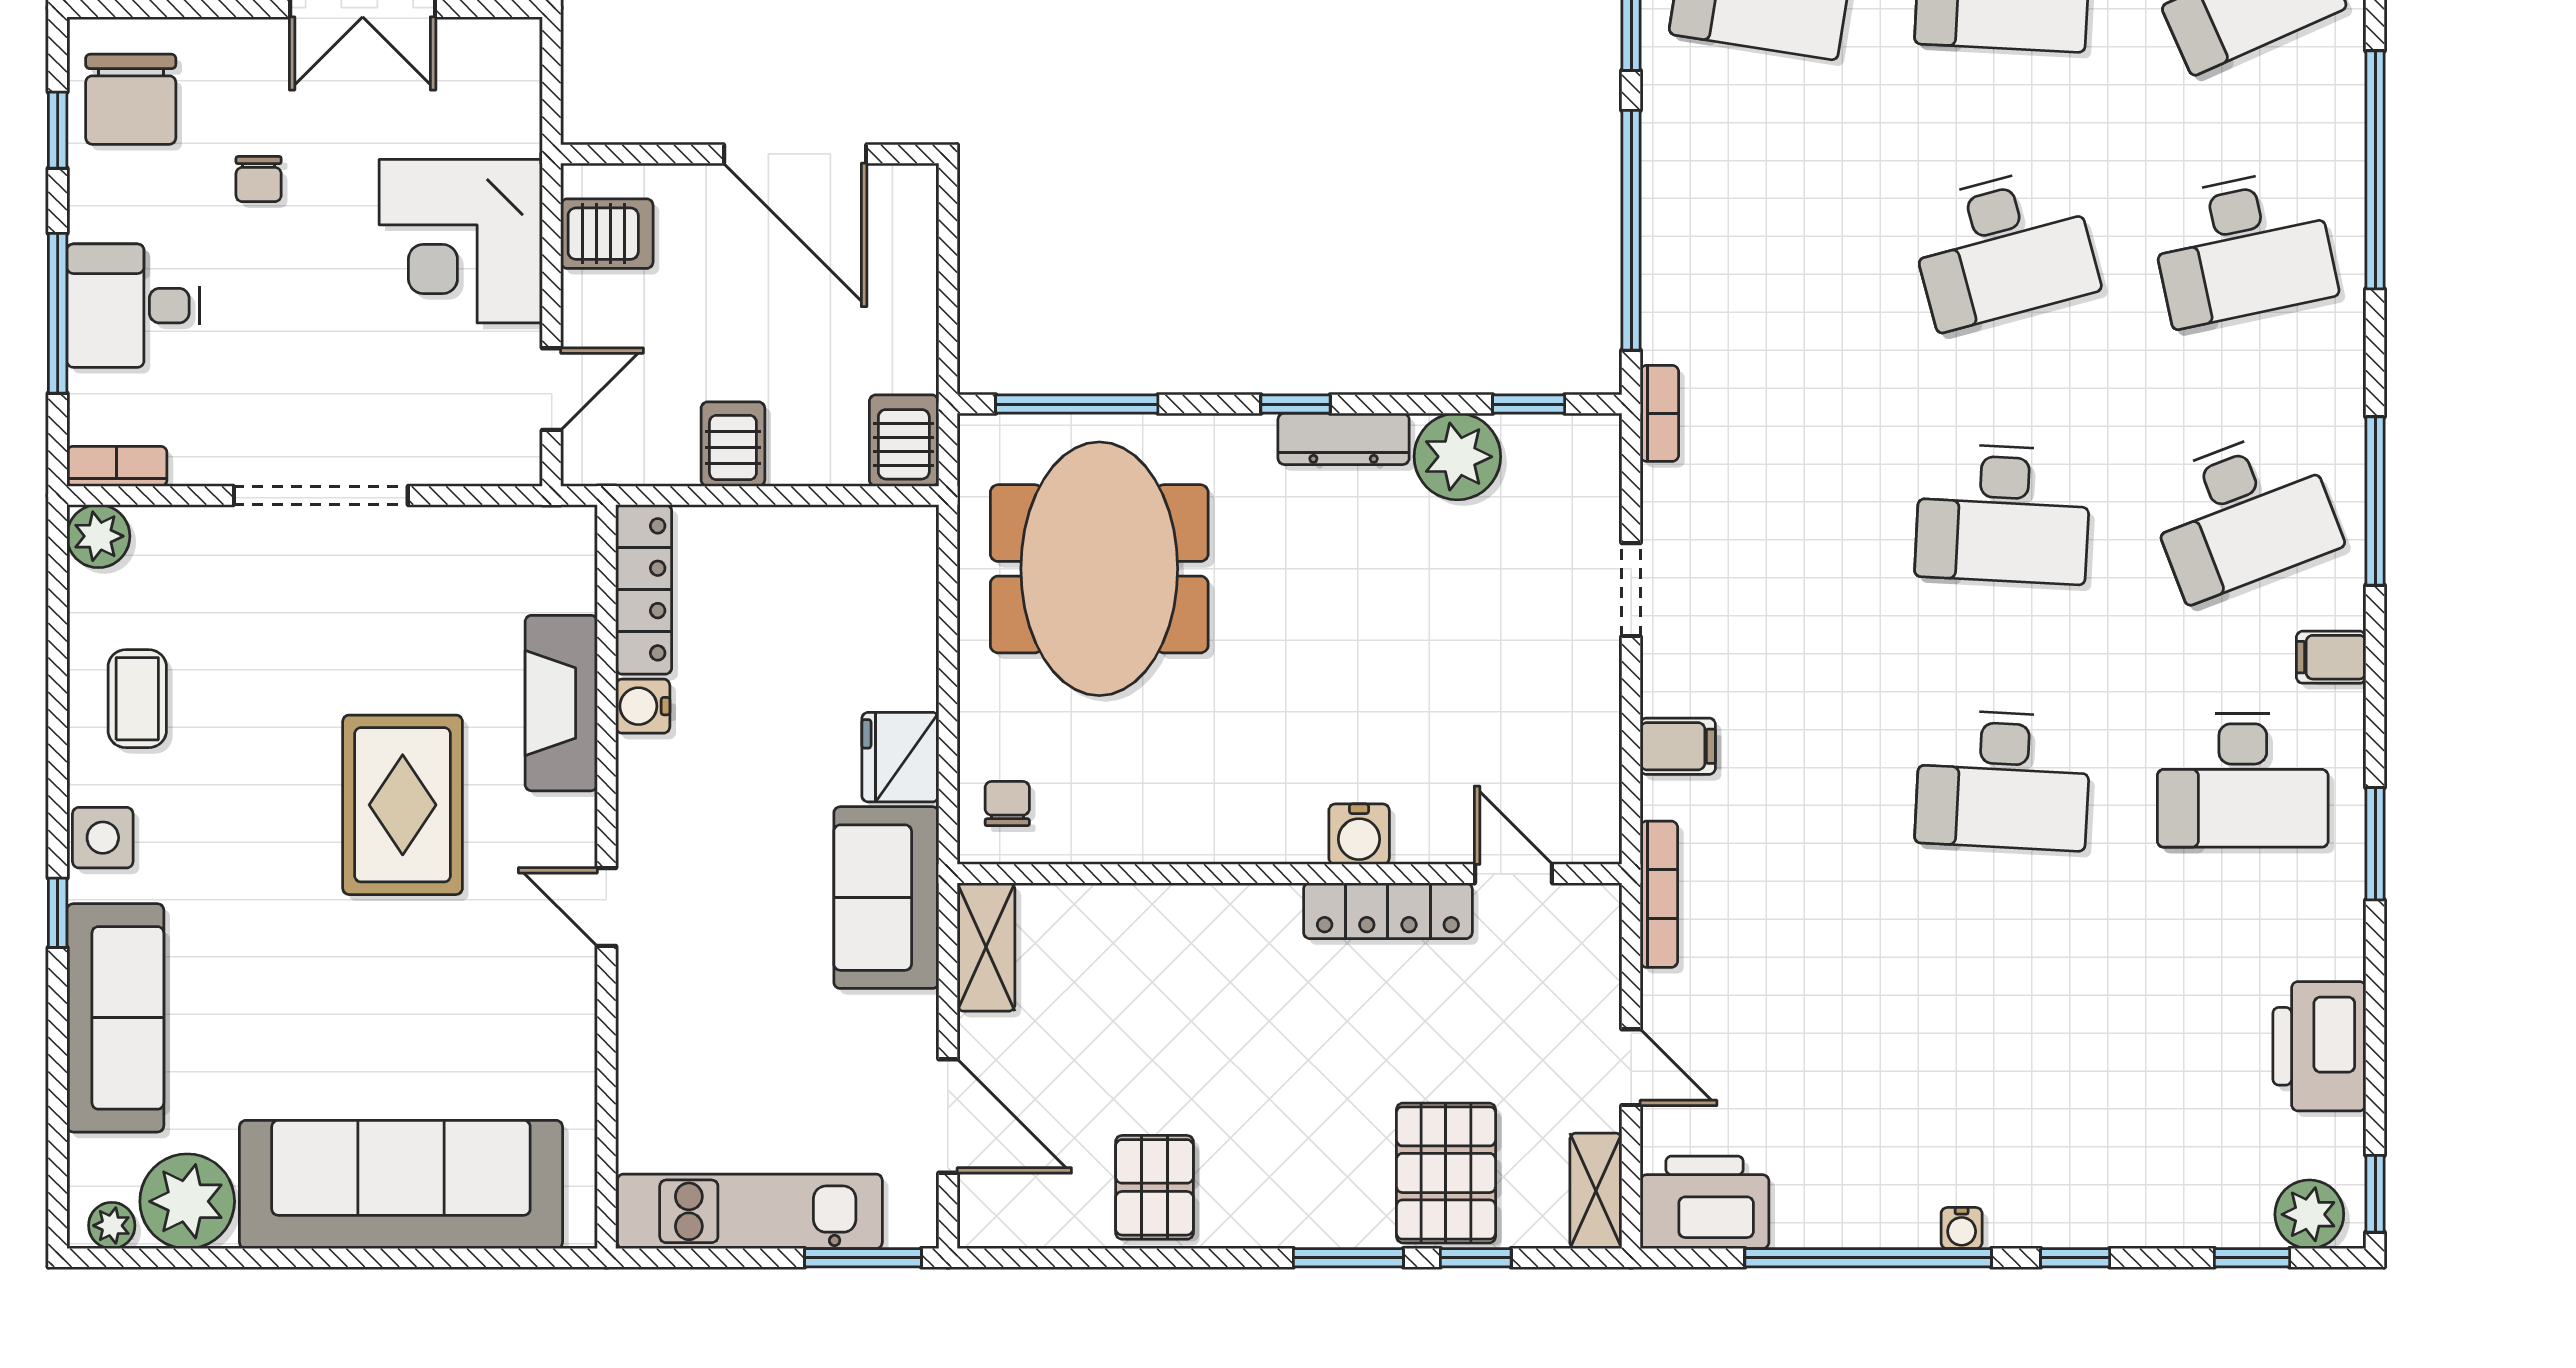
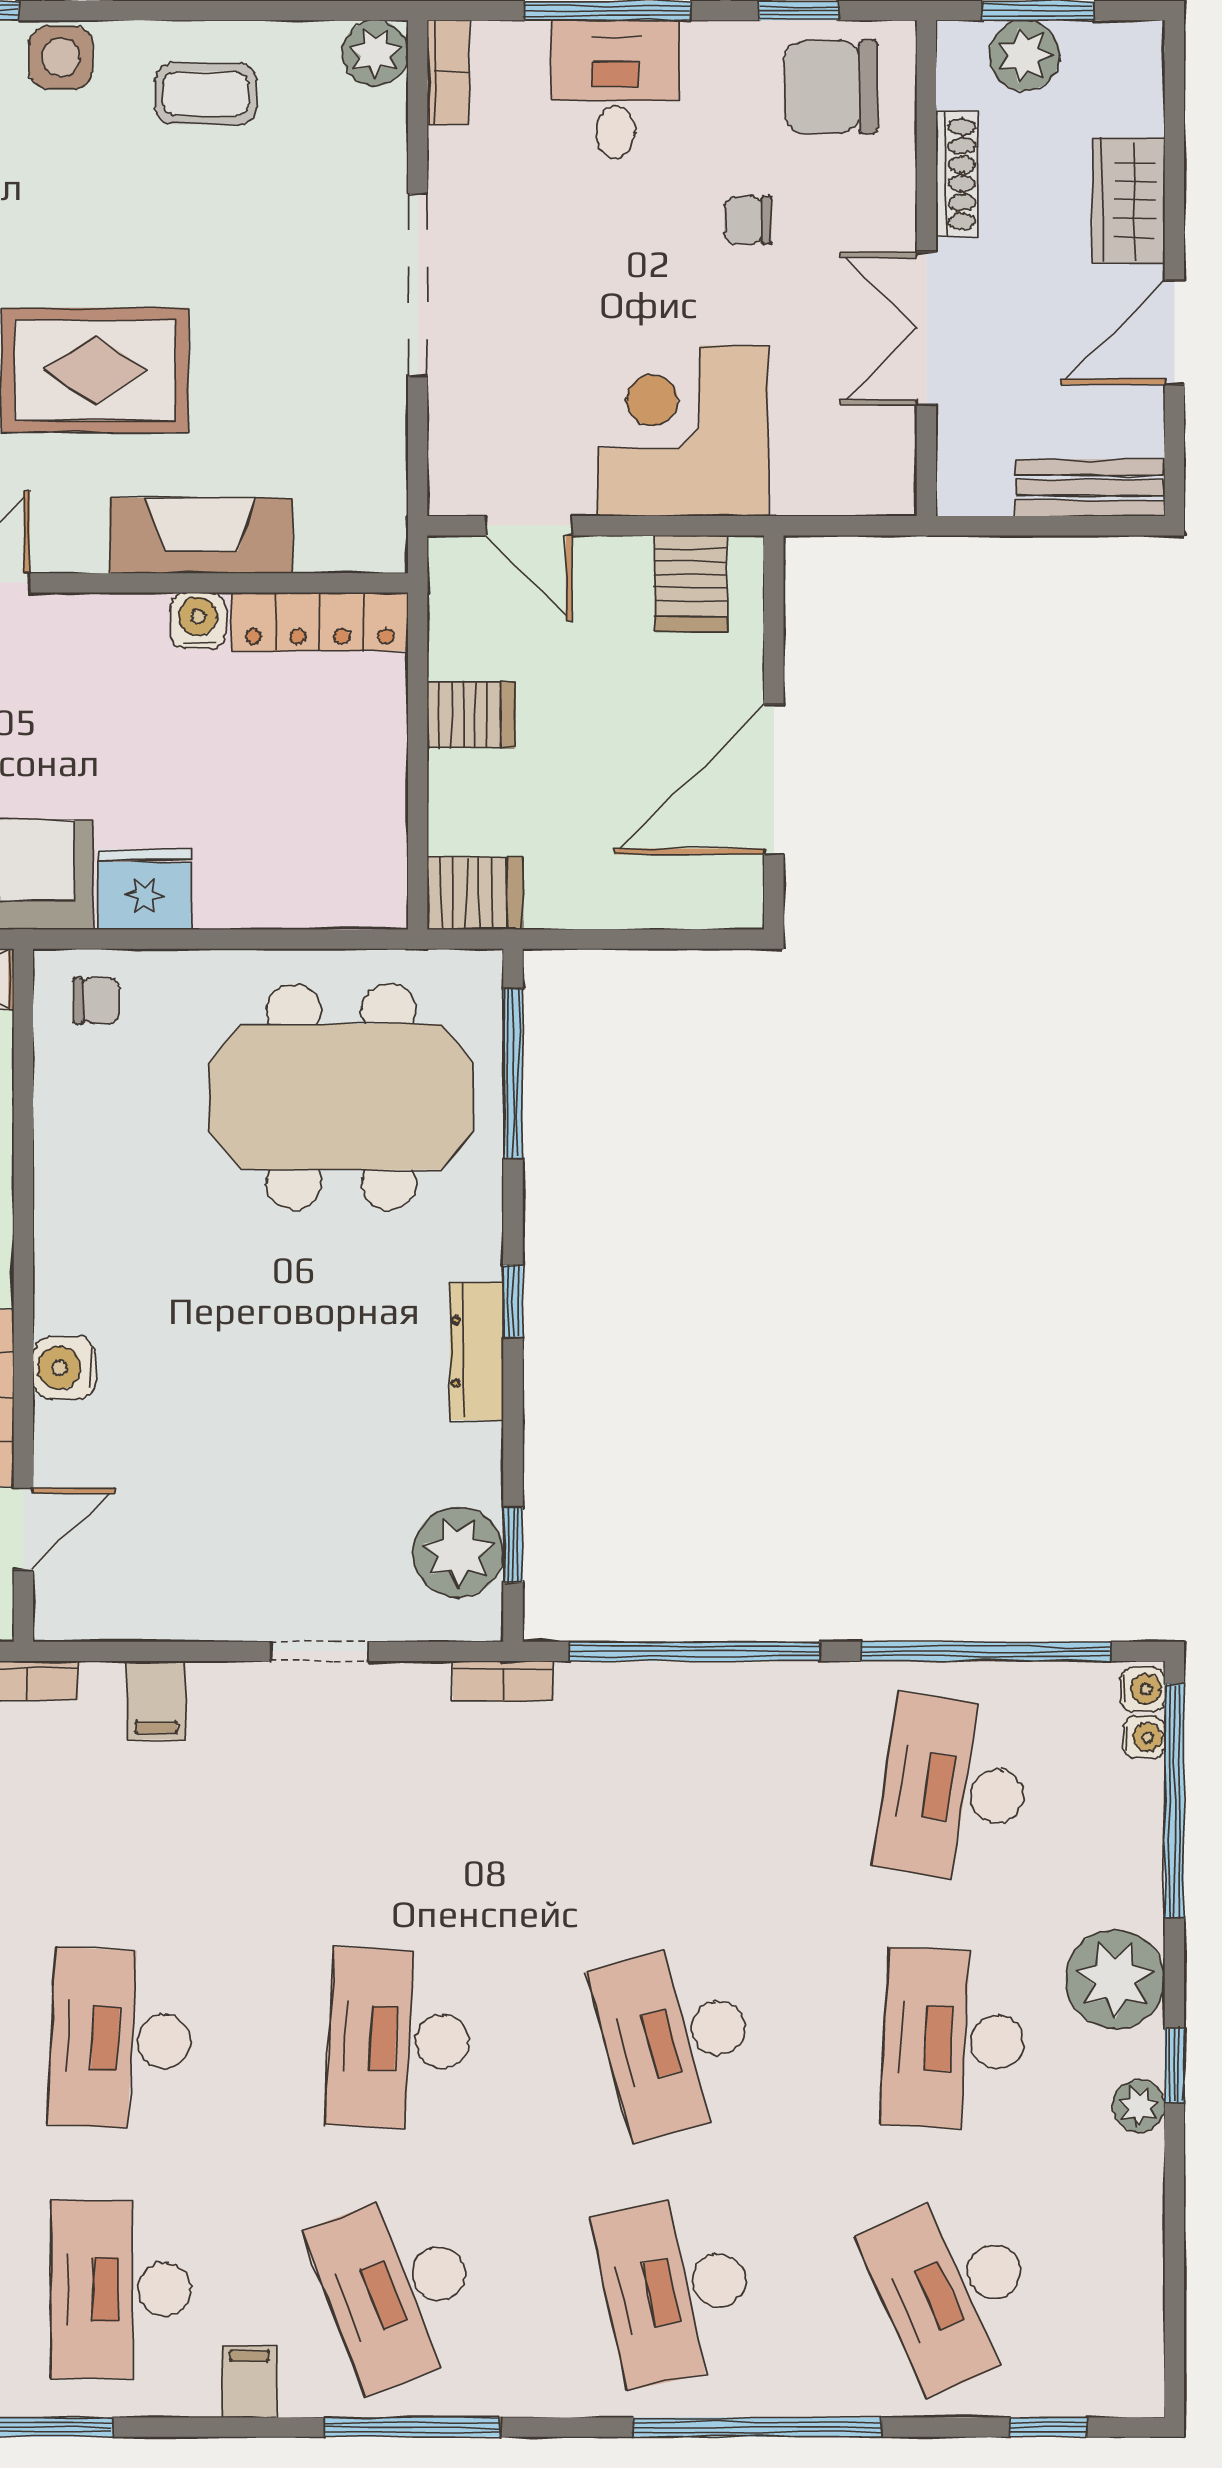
plant: (1457, 457) -> (458, 1552), moved

